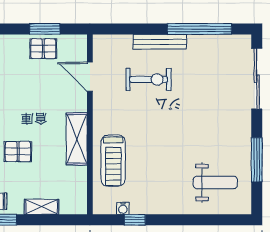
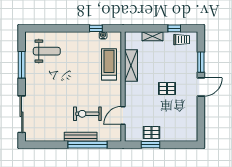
window: (199, 29) -> (87, 145), moved
door: (90, 77) -> (123, 115), swing flipped
shelving: (77, 139) -> (131, 65), moved
pallet: (18, 152) -> (167, 88), moved
weight bench: (215, 182) -> (47, 51), turned 180

